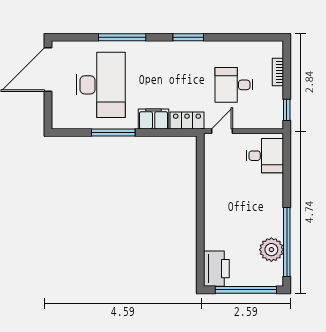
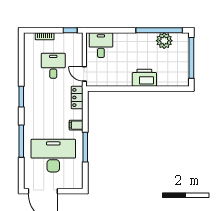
desk: (234, 85) -> (53, 66), turned 180
filing cabinet: (154, 119) -> (76, 125), width x0.50
printer: (216, 269) -> (144, 78), moved

